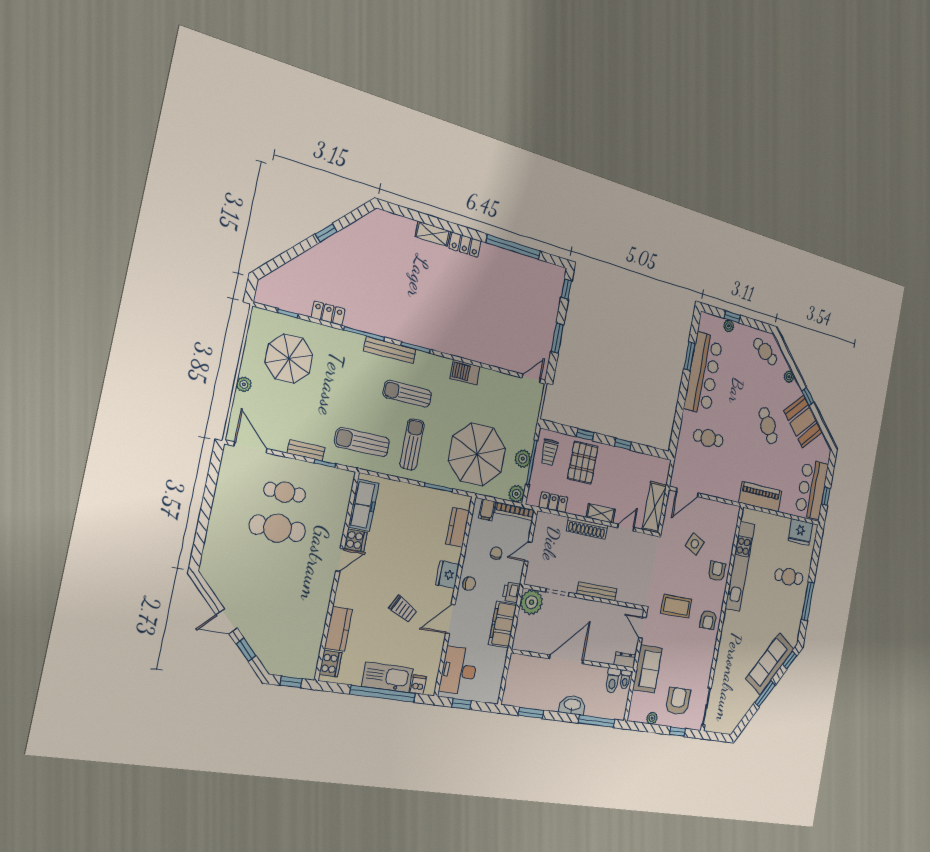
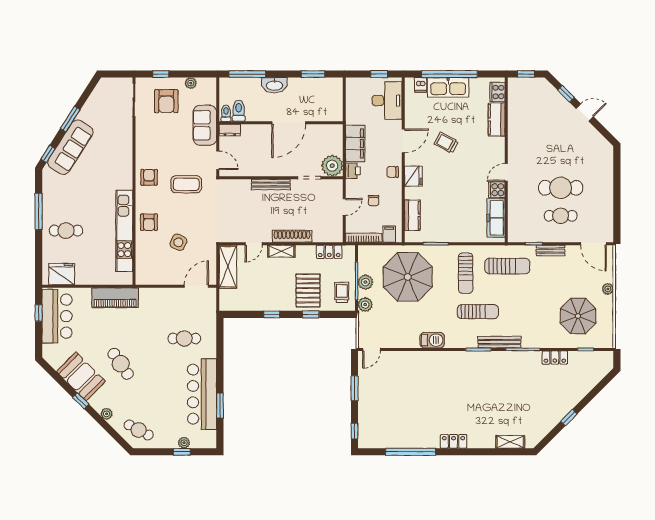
shelving: (433, 234) -> (510, 442), moved
plant: (516, 494) -> (365, 305), moved

